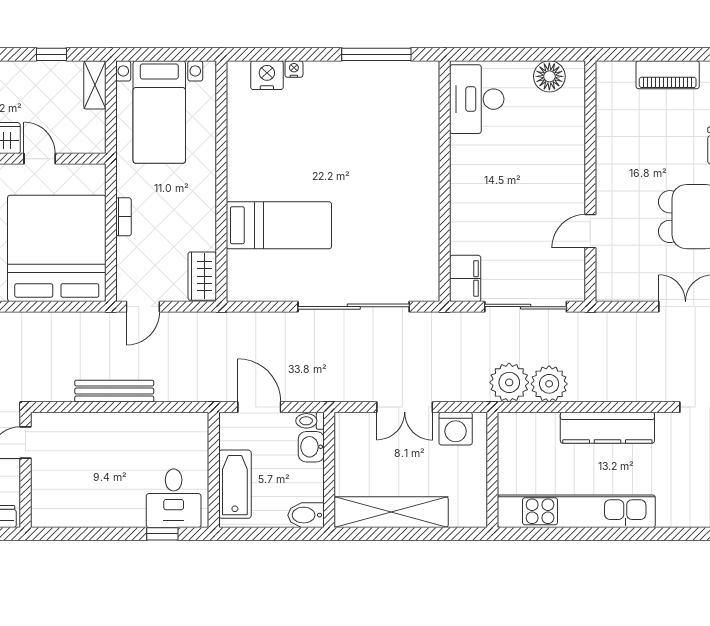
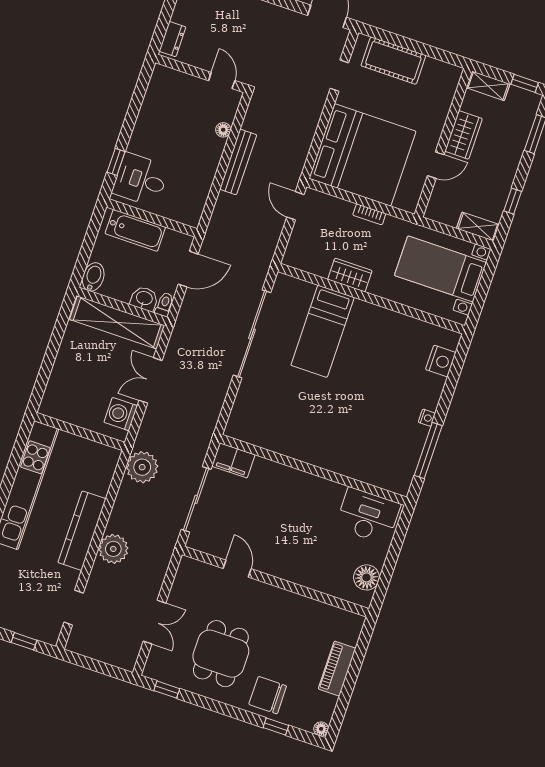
nightstand: (294, 69) -> (427, 418), moved
wardrobe: (202, 276) -> (350, 275), moved
sliding door: (354, 307) -> (252, 334), moved
plant: (549, 384) -> (113, 549), moved
floor lamp: (83, 421) -> (223, 130), added
shelving: (391, 512) -> (117, 322), moved, turned 90

